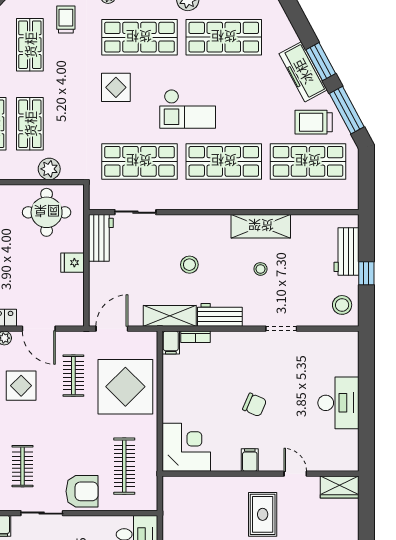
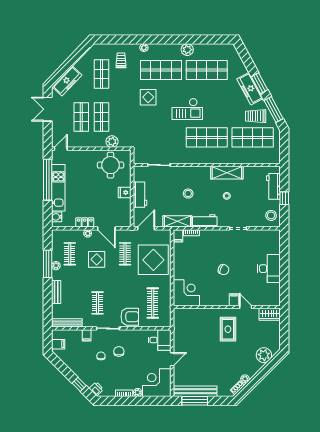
shop shelf: (139, 161) -> (161, 137), removed
workbench: (101, 238) -> (140, 195), moved
filing cabinet: (250, 460) -> (234, 300), moved

